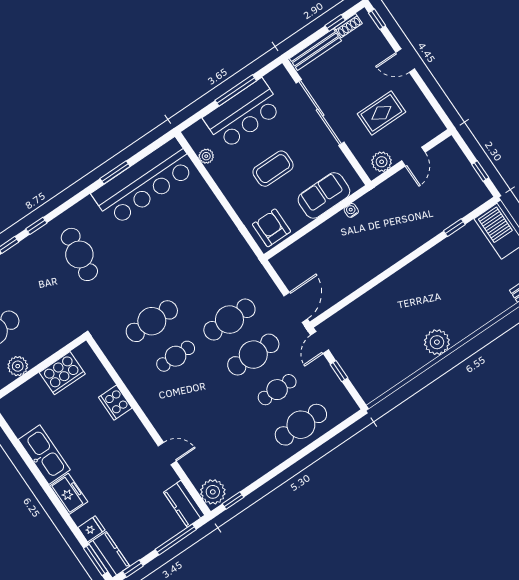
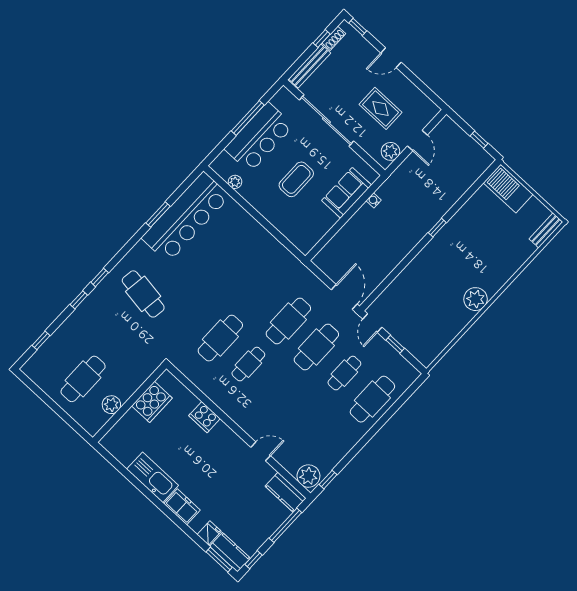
rug: (381, 113) -> (381, 108), turned 90
armchair: (271, 228) -> (307, 232), removed
window: (454, 228) -> (437, 228), moved

